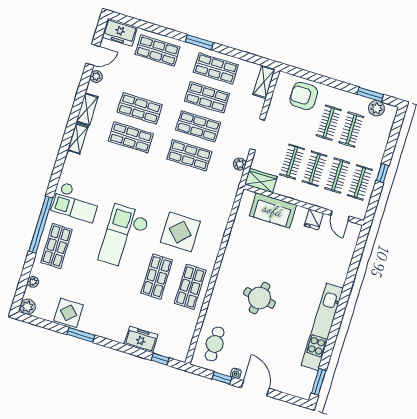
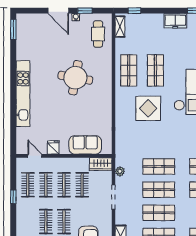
round table: (260, 298) -> (75, 78), width x1.36, depth x1.36
kitchen unit: (322, 327) -> (23, 94), moved
freezer: (141, 339) -> (175, 21), moved
shelving: (184, 345) -> (120, 27), added

